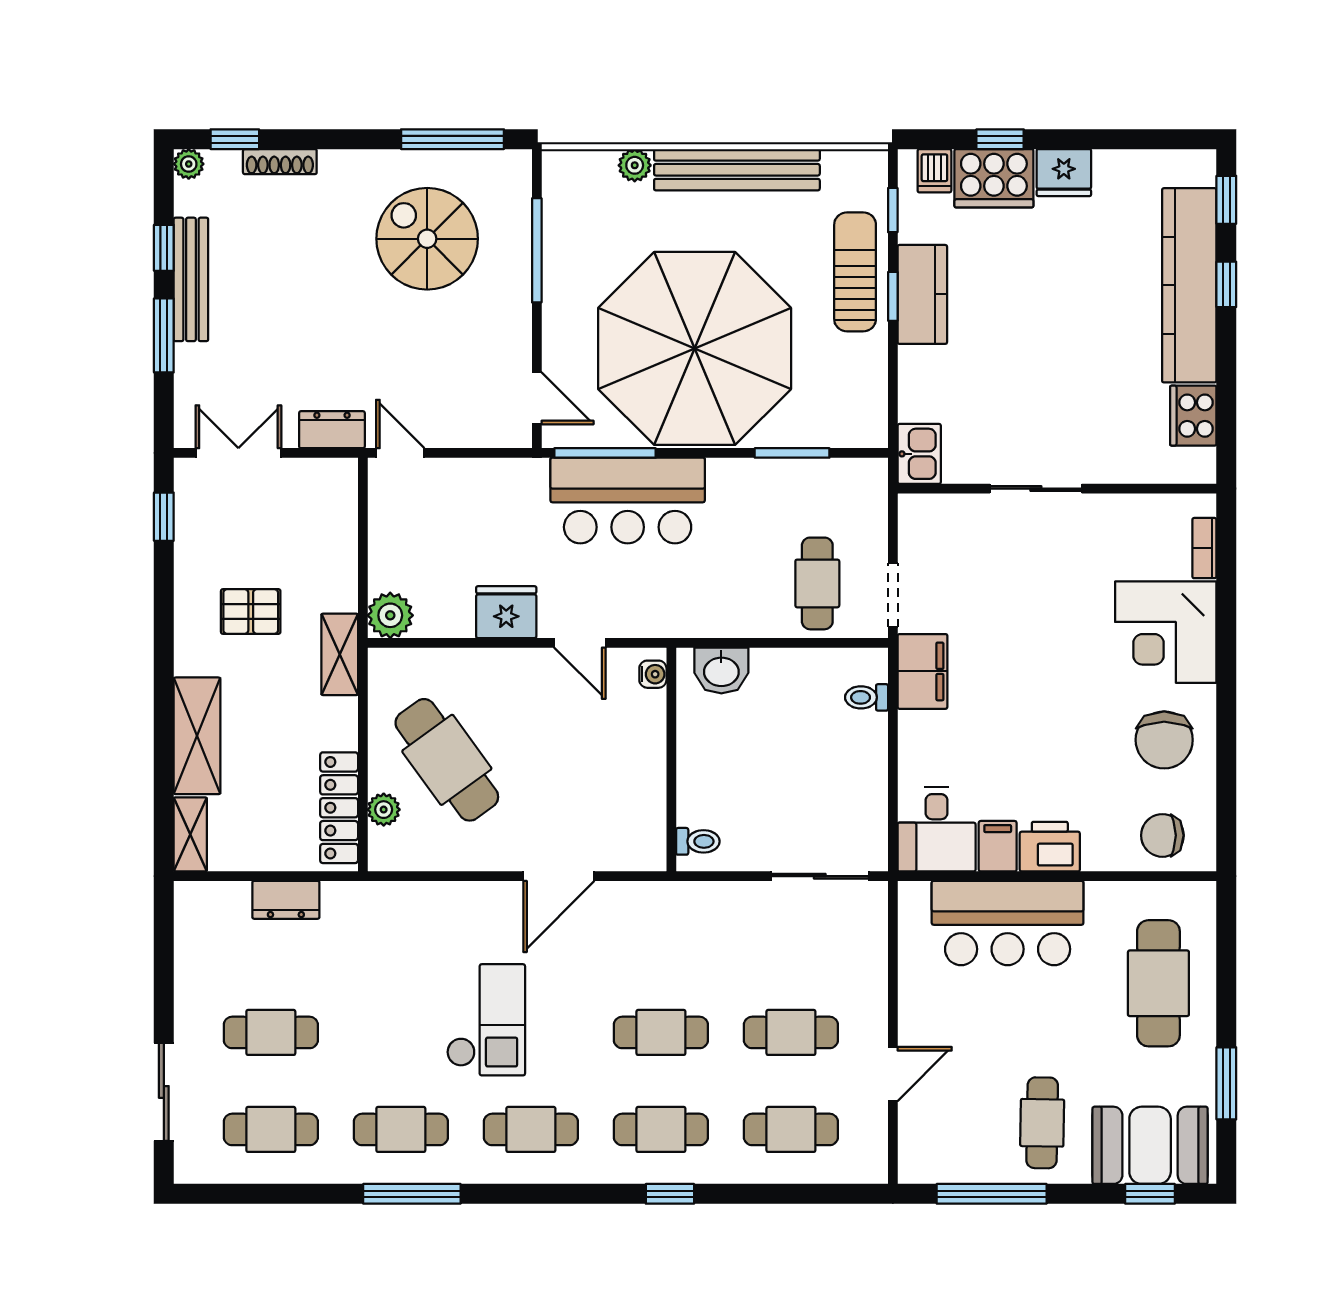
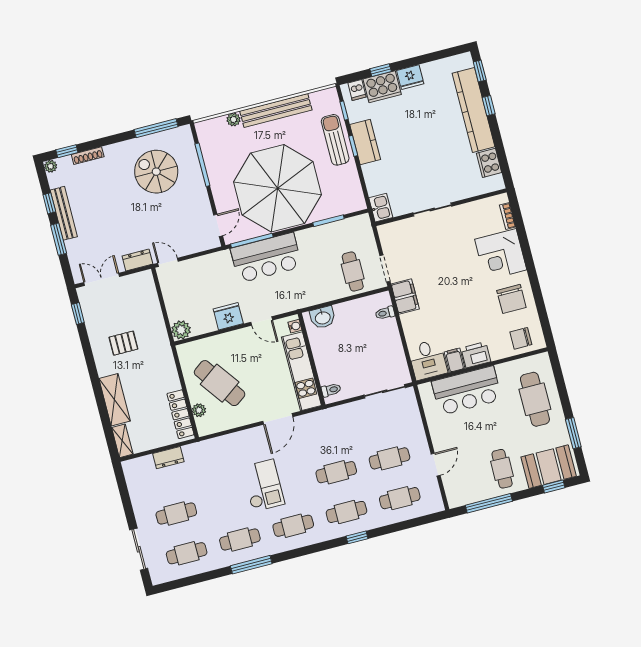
door: (537, 398) -> (218, 225), hinge flipped
shelving: (340, 654) -> (164, 351), removed
kitchen unit: (641, 781) -> (301, 371), added

